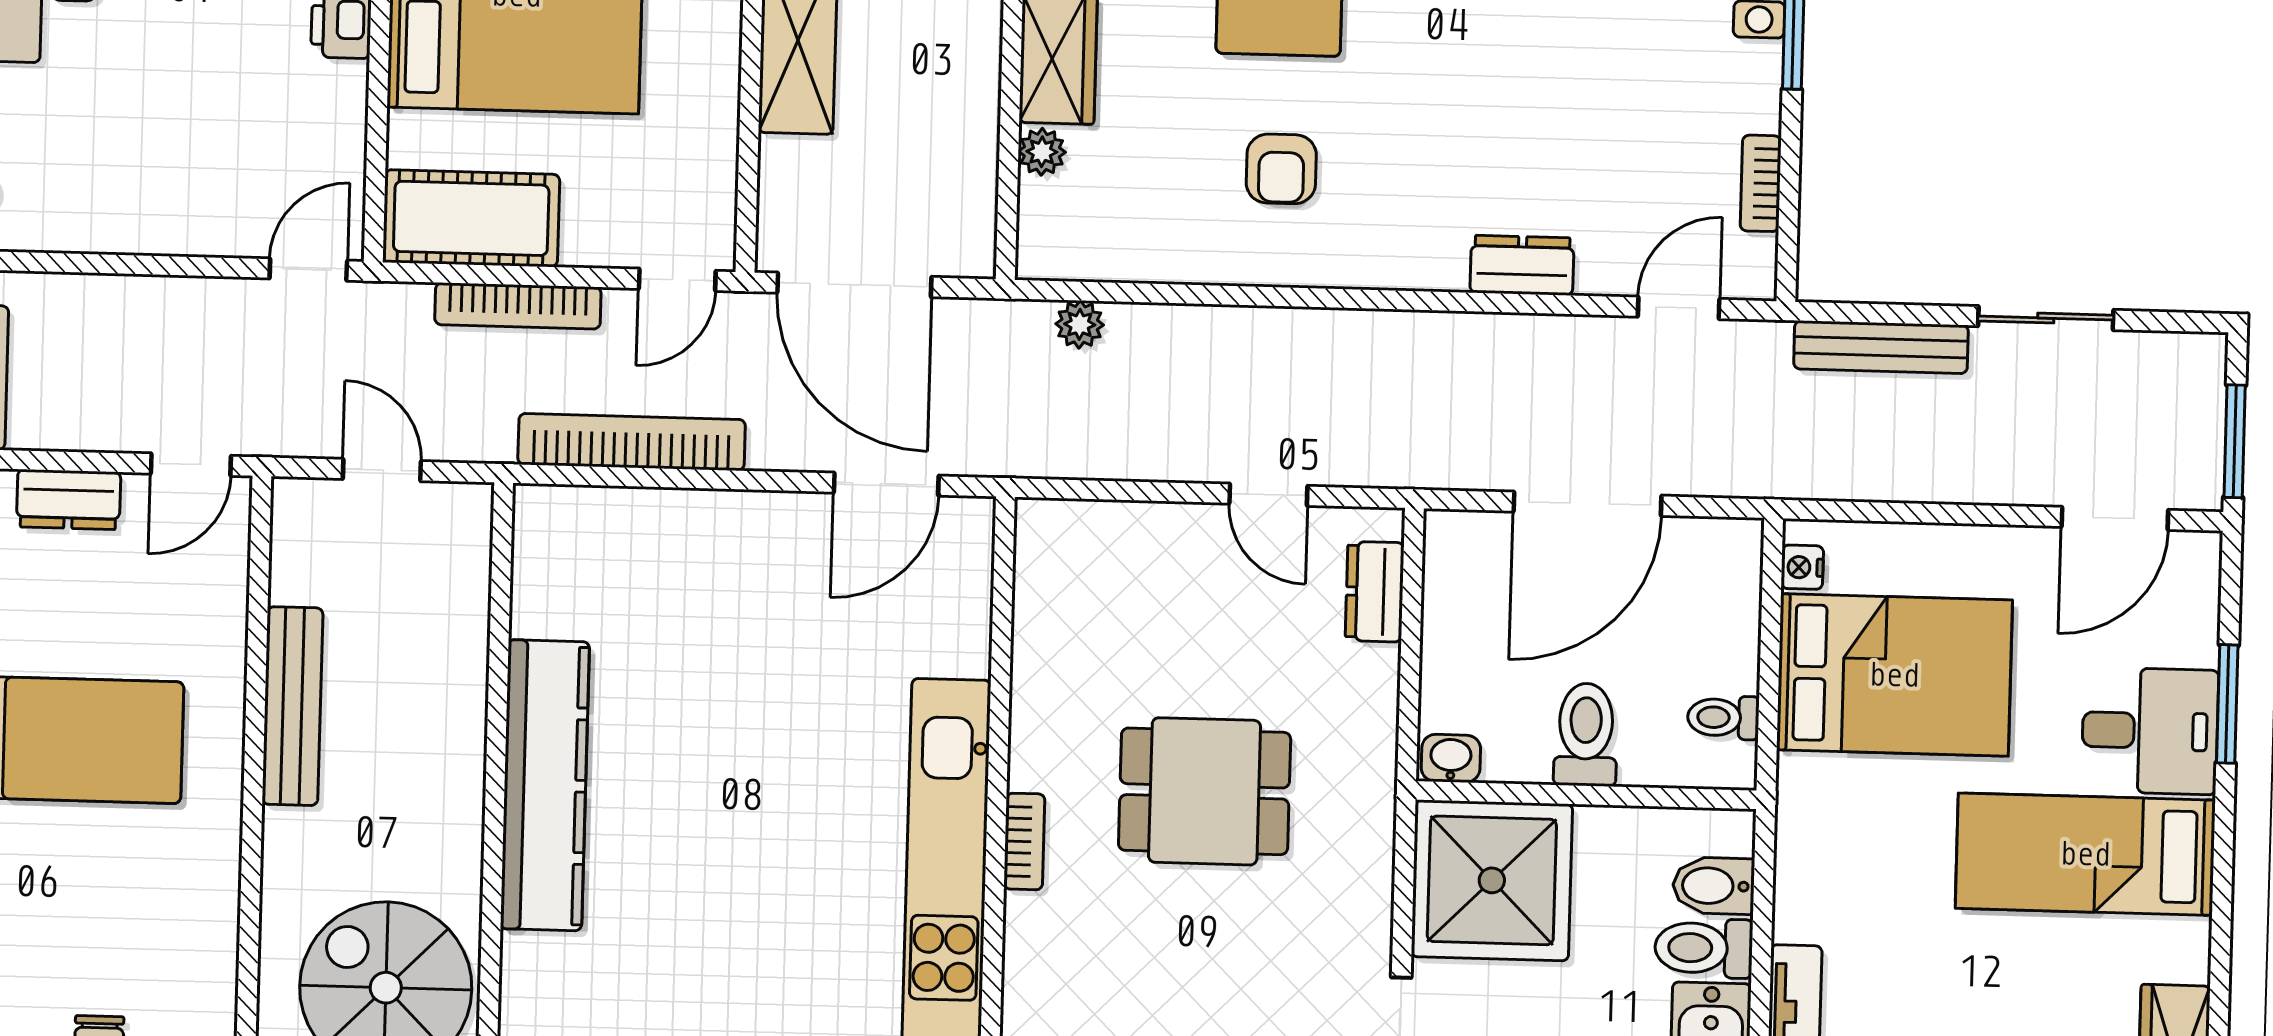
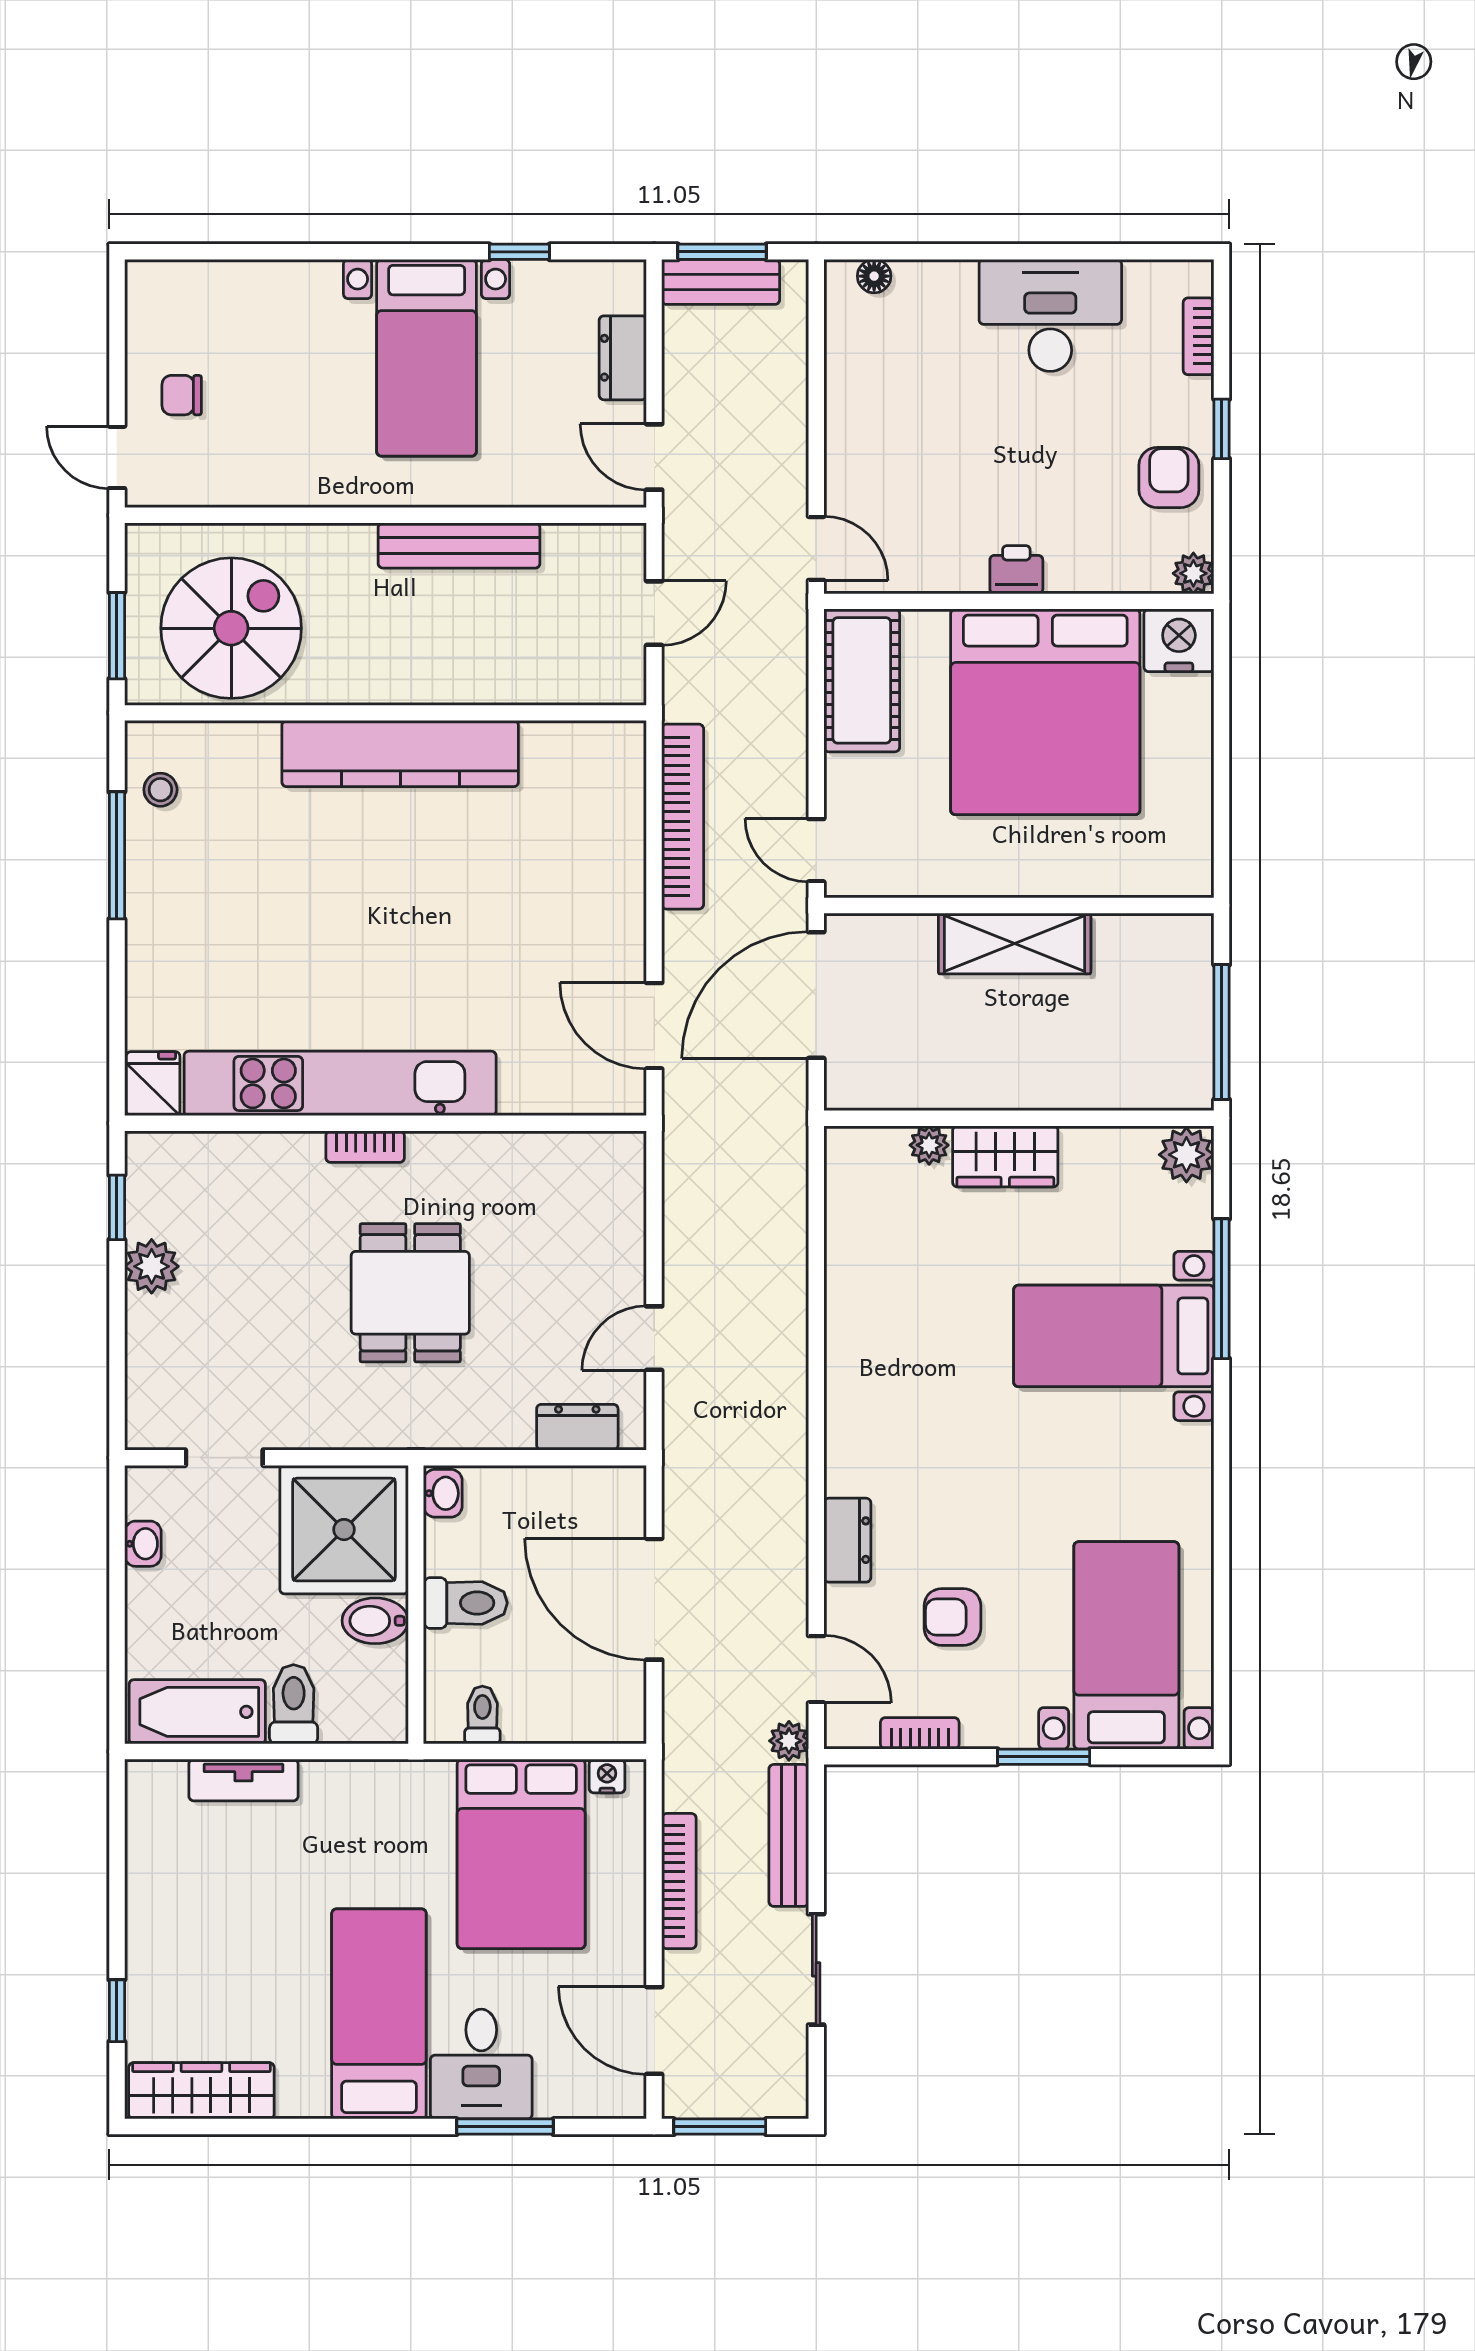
armchair: (1281, 169) -> (953, 1617), moved
bookcase: (518, 306) -> (679, 1881), moved, turned 180
plant: (1080, 324) -> (789, 1741), moved
bidet: (1714, 886) -> (375, 1621), moved, turned -90

